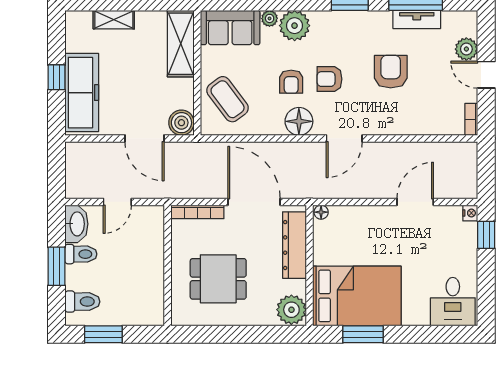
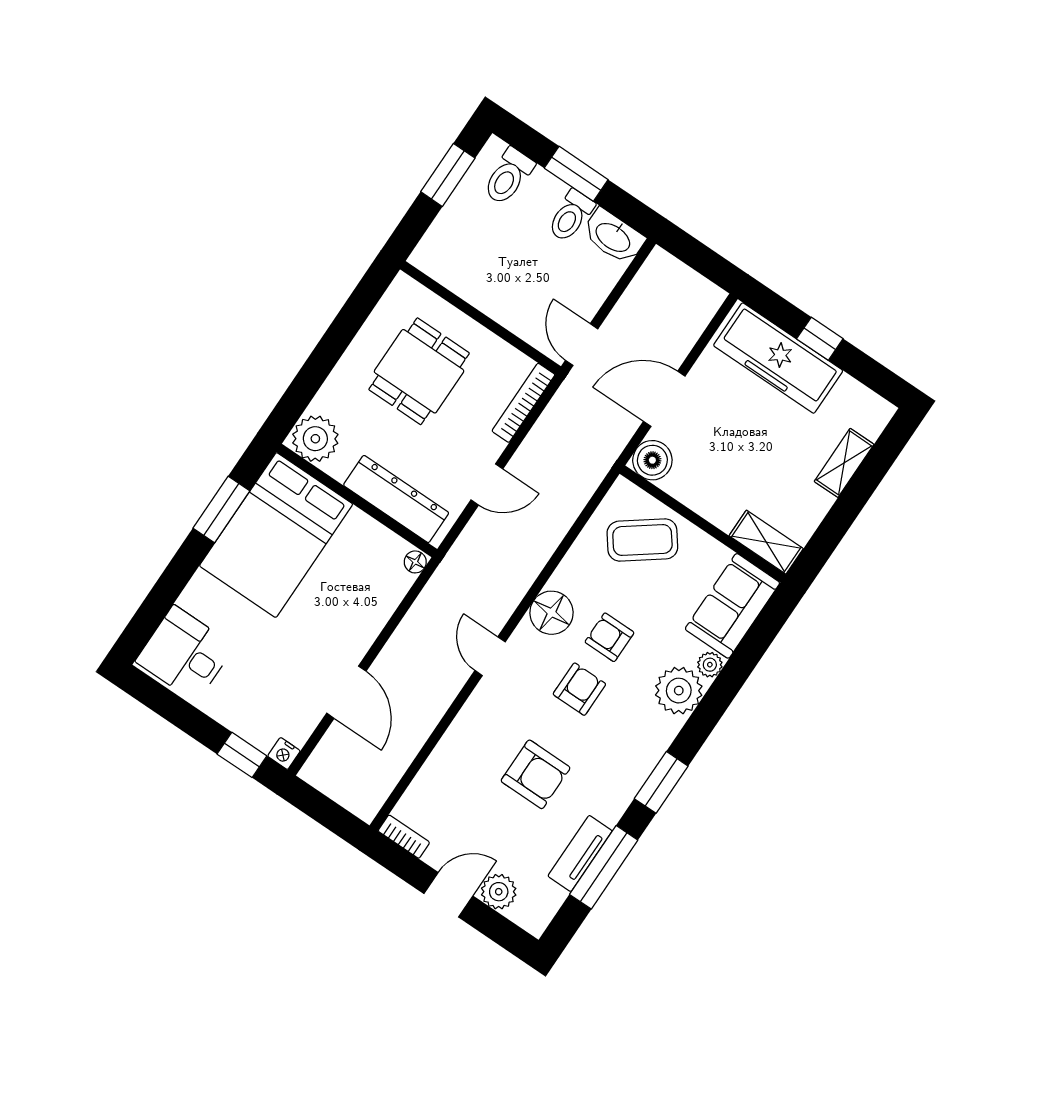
shelving: (181, 44) -> (766, 542), width x0.67, depth x0.75
door: (344, 138) -> (490, 656), width x0.73
door: (117, 202) -> (582, 345), moved
door: (254, 202) -> (487, 484), width x0.53

